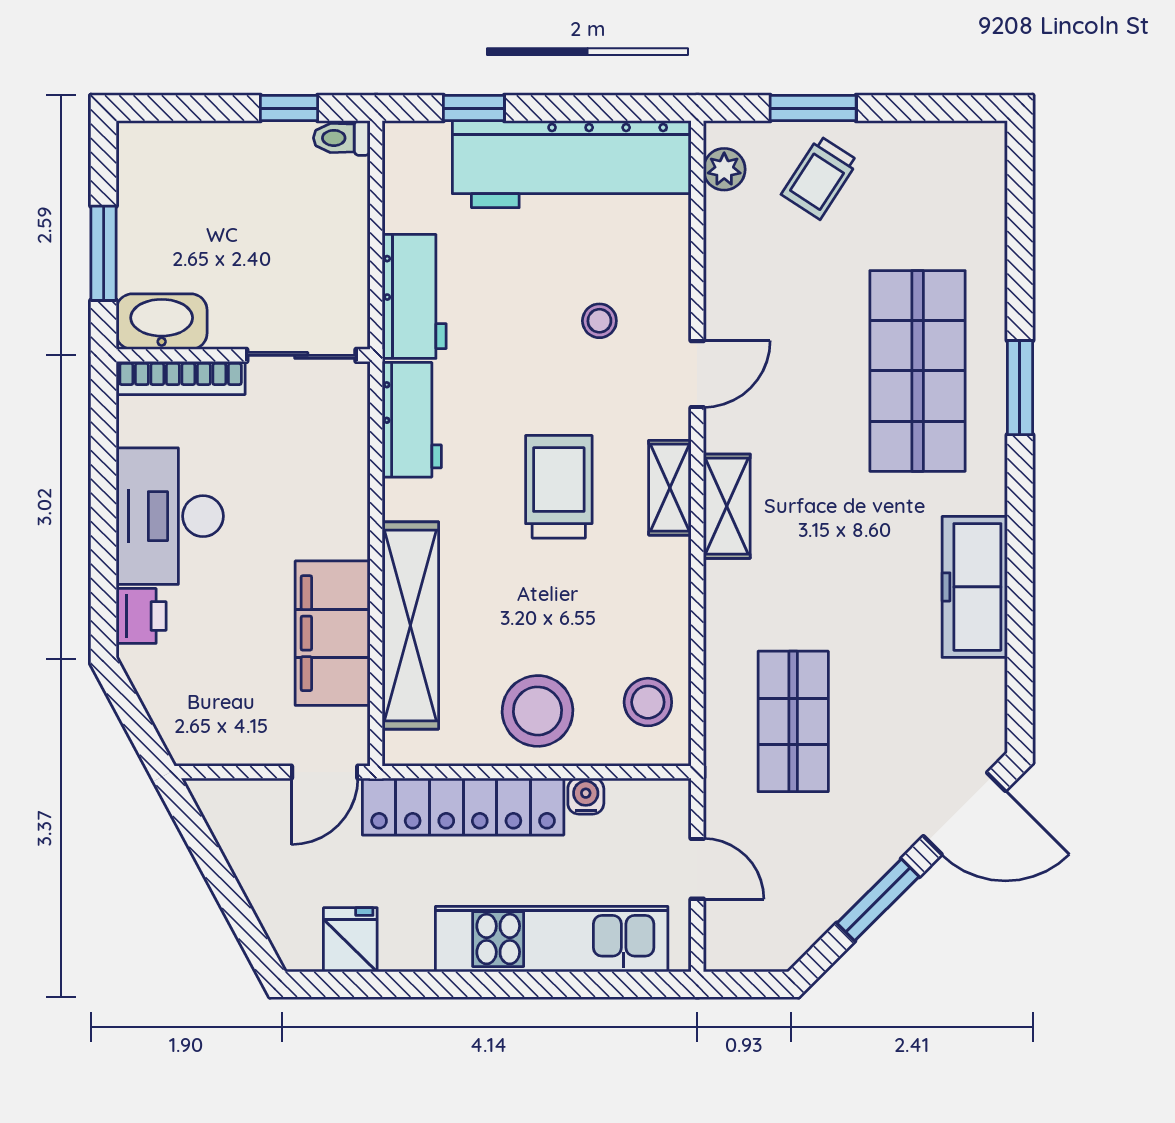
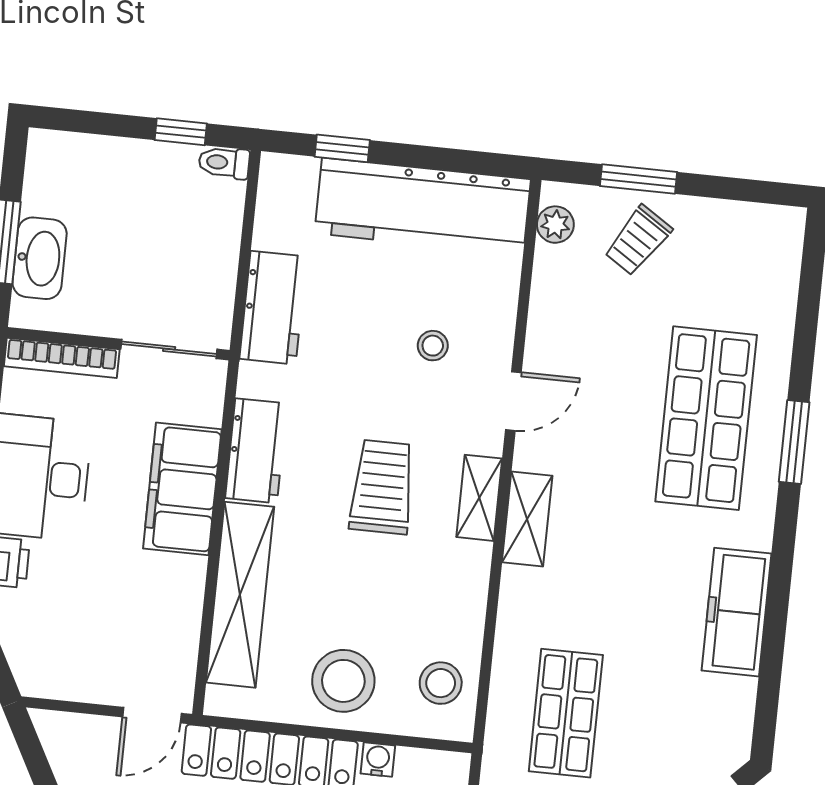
washbasin: (162, 322) -> (40, 258), moved, turned 90
workbench: (412, 420) -> (256, 451), moved
filing cabinet: (333, 633) -> (182, 489), moved

